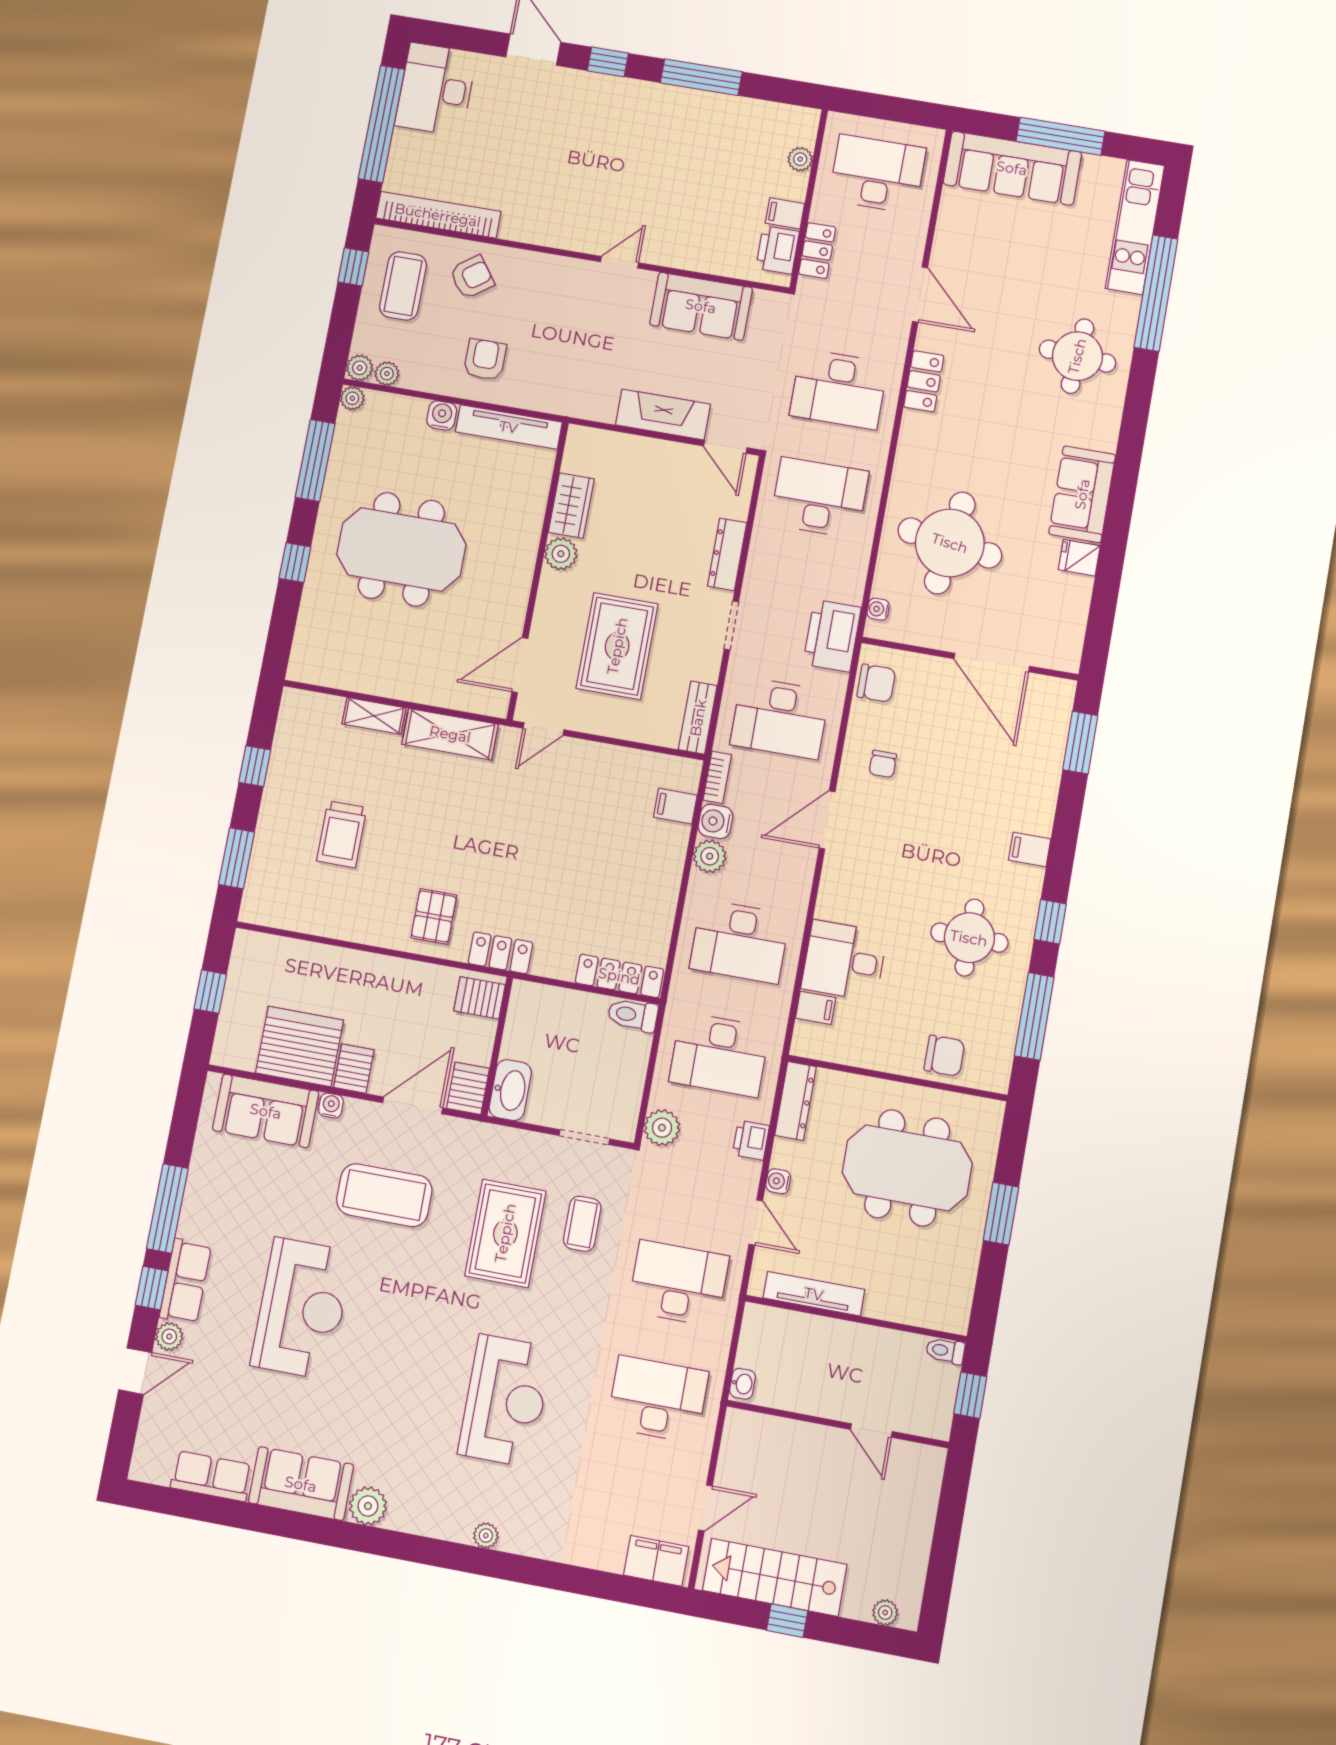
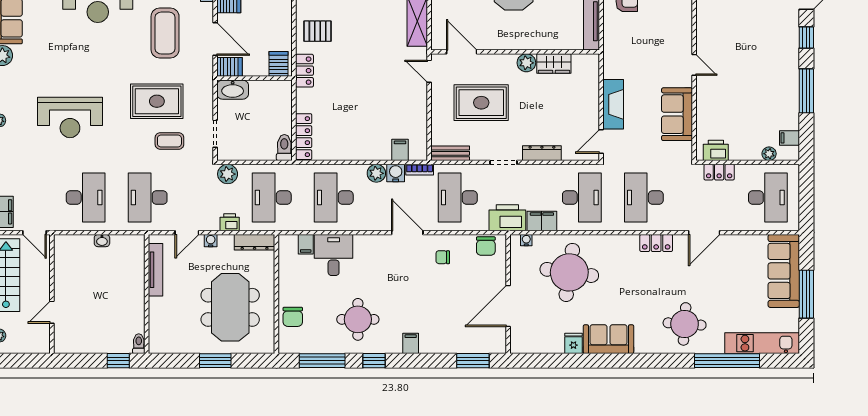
filing cabinet: (785, 213) -> (789, 138), moved, turned -90
filing cabinet: (849, 576) -> (542, 221), added
desk: (678, 1283) -> (148, 198), turned 180
wall: (838, 1424) -> (52, 294), moved
door: (871, 1431) -> (52, 312), moved

